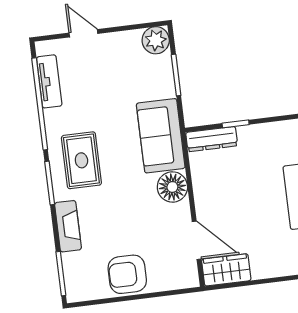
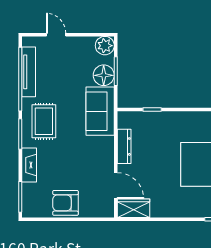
tv unit: (49, 81) -> (29, 72), width x1.41
dresser: (212, 139) -> (124, 146), moved, turned -90
floor lamp: (172, 187) -> (104, 75), moved

